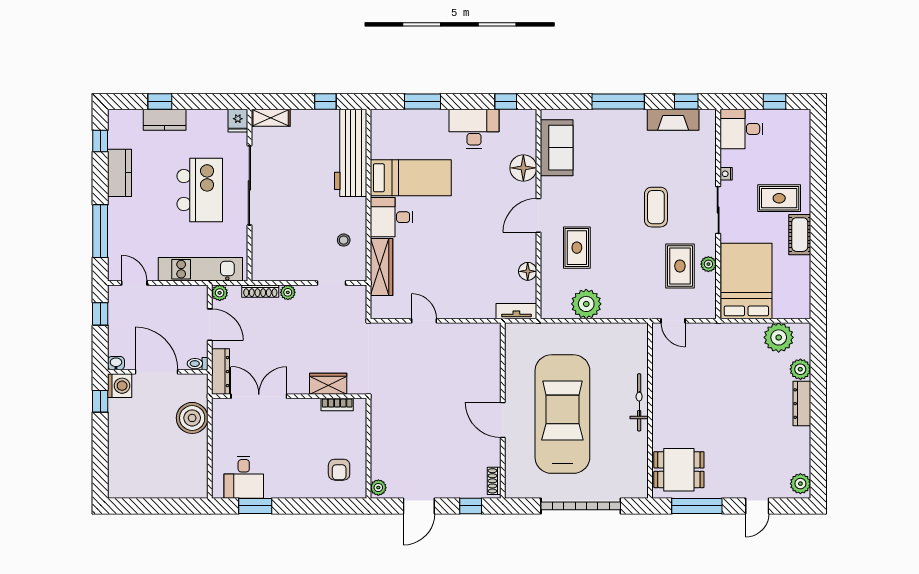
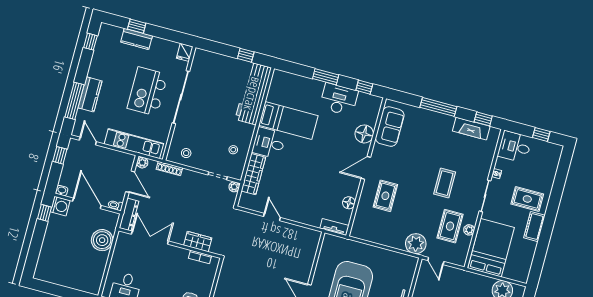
window: (422, 101) -> (326, 77), moved
shelving: (271, 118) -> (207, 56), removed
kitchen counter: (120, 173) -> (90, 94), moved
kitchen island: (200, 190) -> (147, 91), turned 180
stool: (278, 263) -> (186, 153), added
plant: (288, 292) -> (234, 187), moved
plant: (586, 304) -> (416, 244), moved

